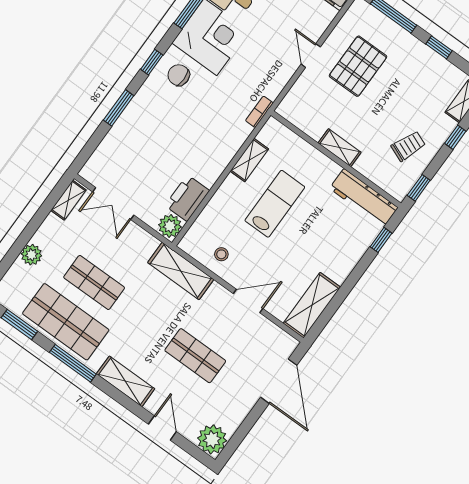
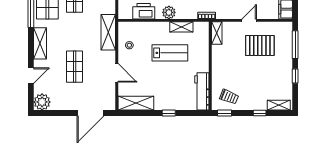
trolley: (408, 146) -> (229, 97), moved
shelving: (340, 148) -> (217, 33), moved
plant: (170, 226) -> (169, 12), moved
window: (381, 240) -> (169, 113), moved

